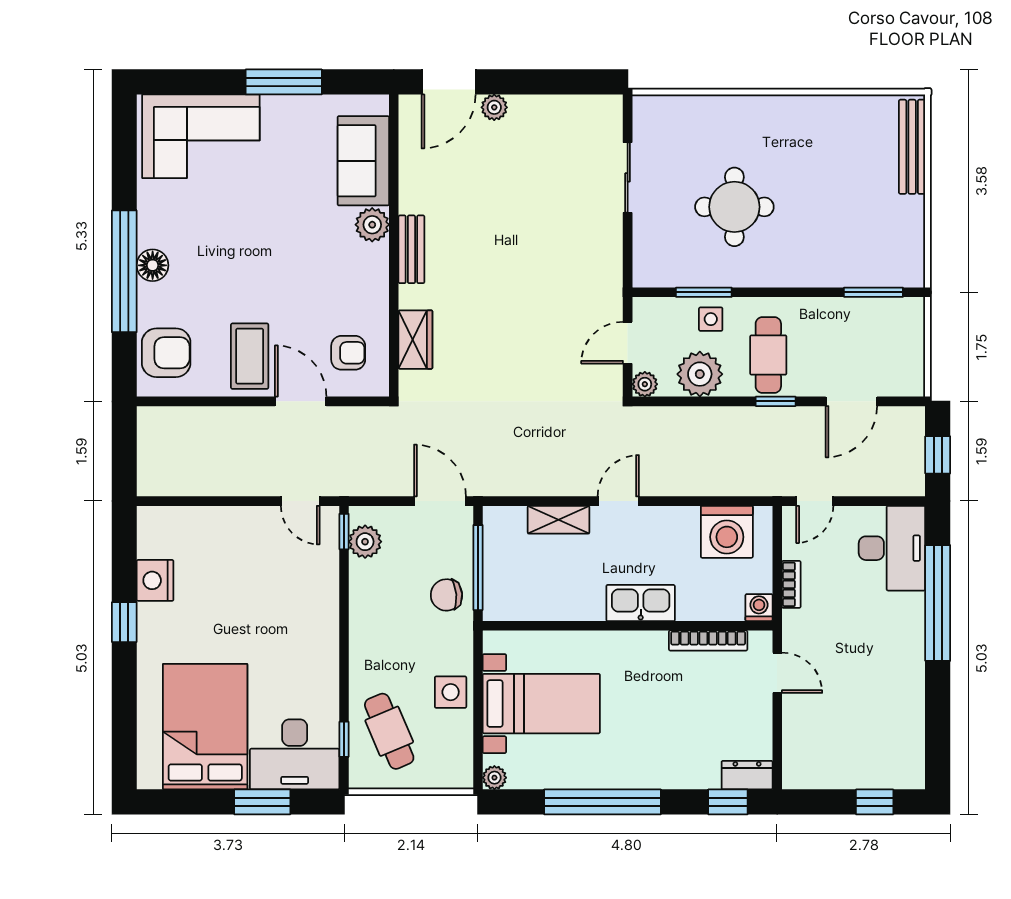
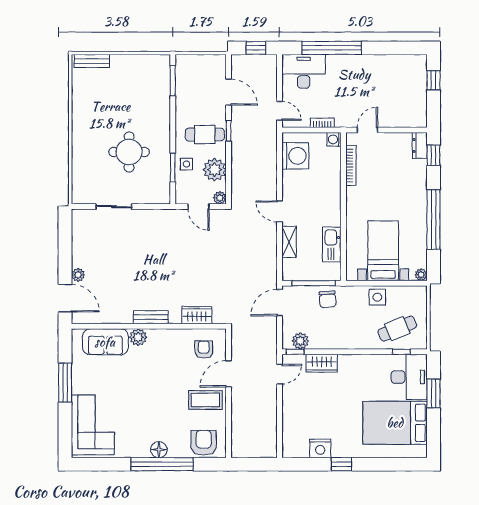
bench: (912, 147) -> (92, 61), width x0.73
wardrobe: (322, 583) -> (322, 363), added
kitchen sink: (641, 603) -> (332, 244), moved

